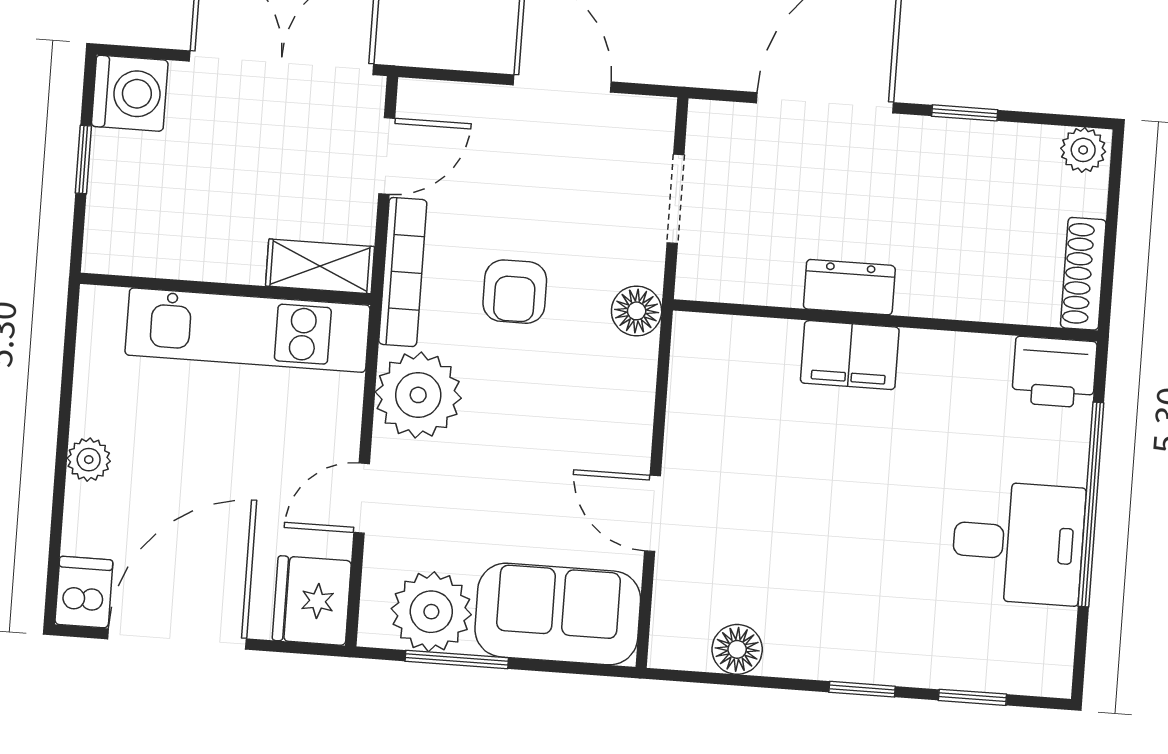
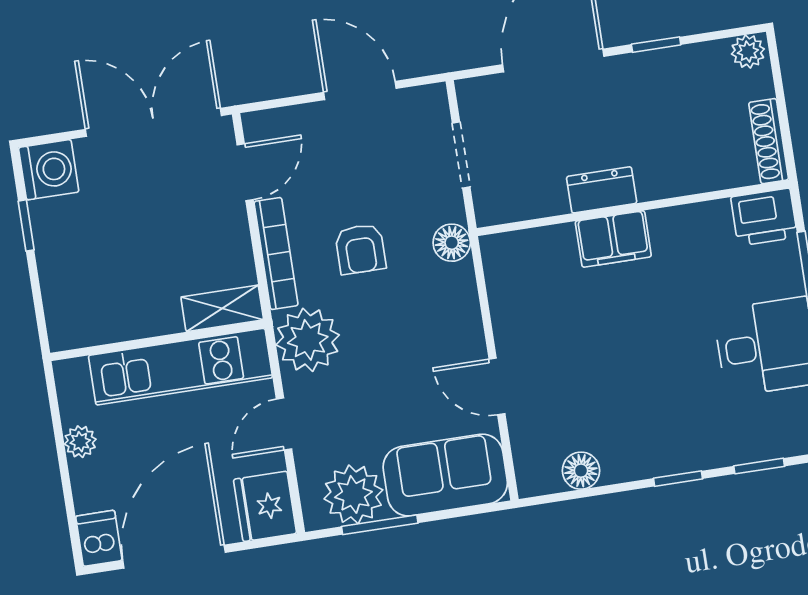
shelving: (320, 266) -> (222, 308), moved
wall: (225, 289) -> (158, 340), moved
kitchen unit: (248, 330) -> (180, 367), moved

